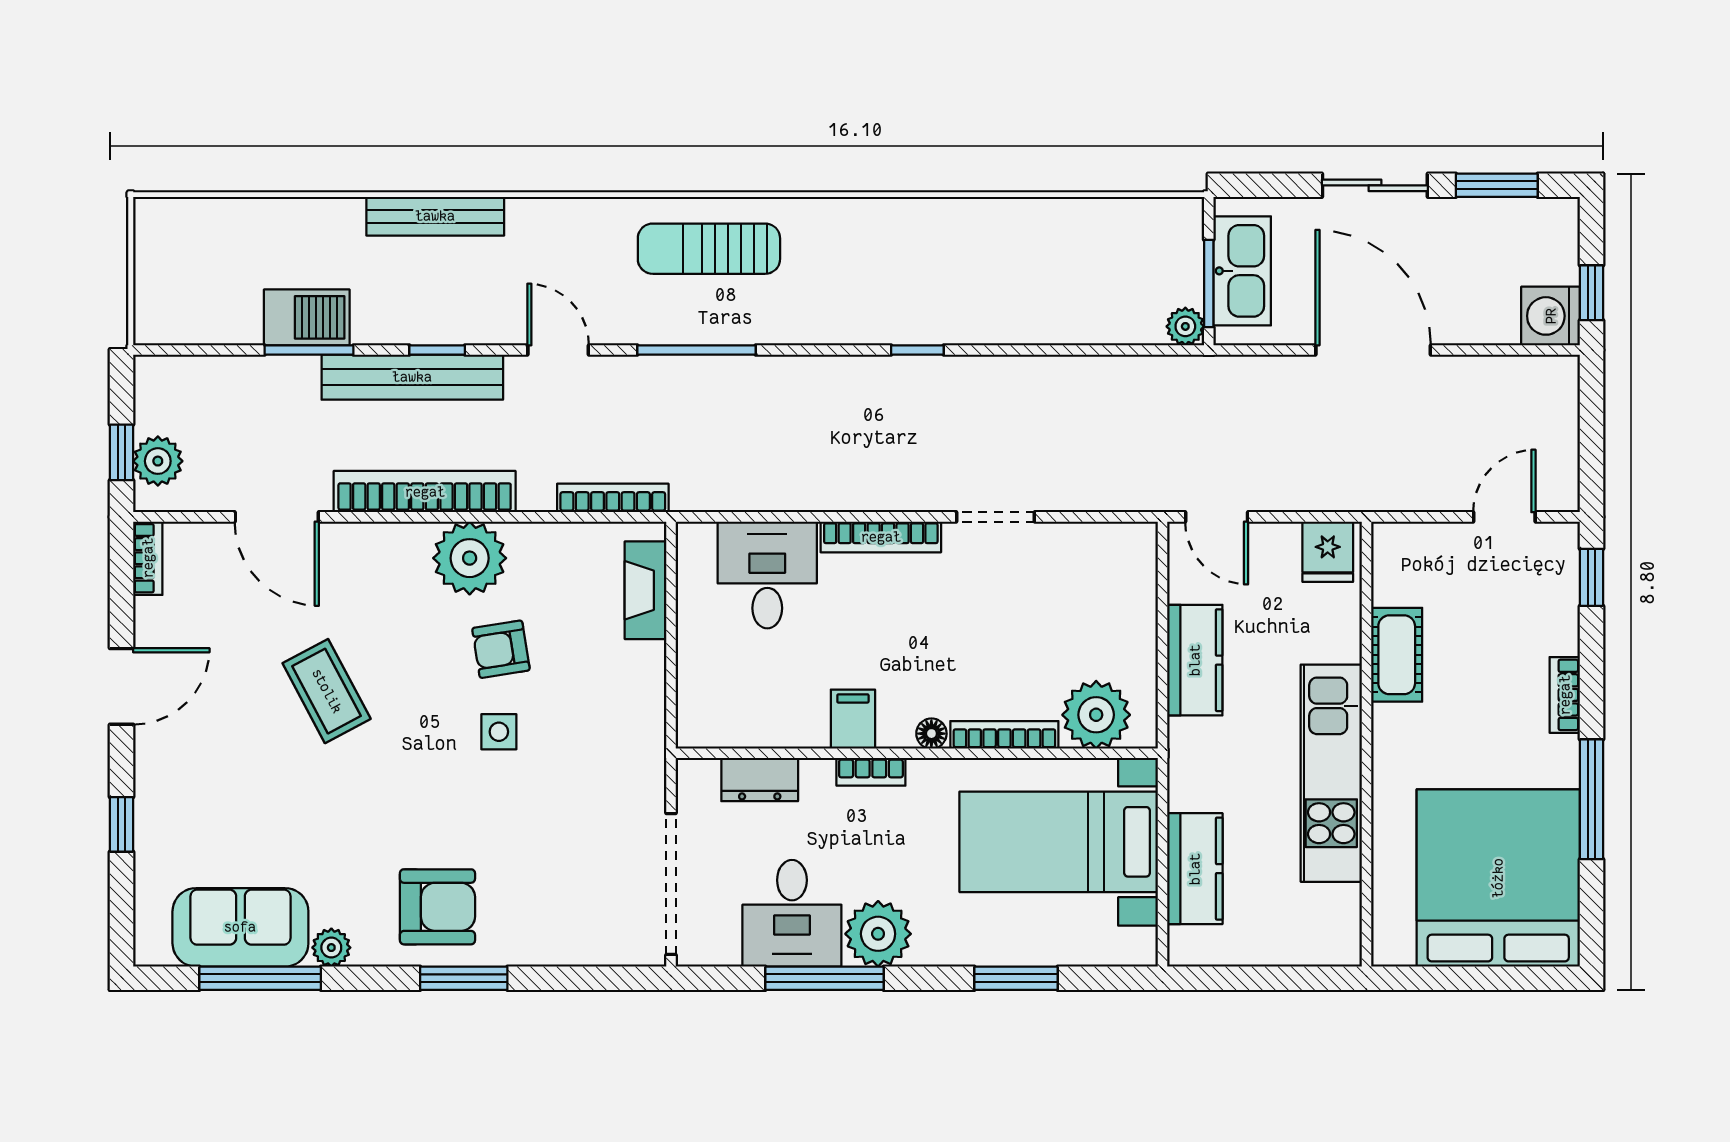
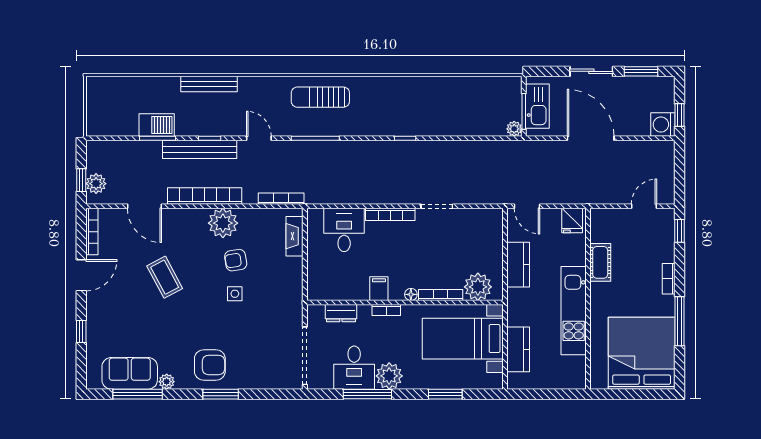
bookcase: (148, 558) -> (92, 232), width x1.56

